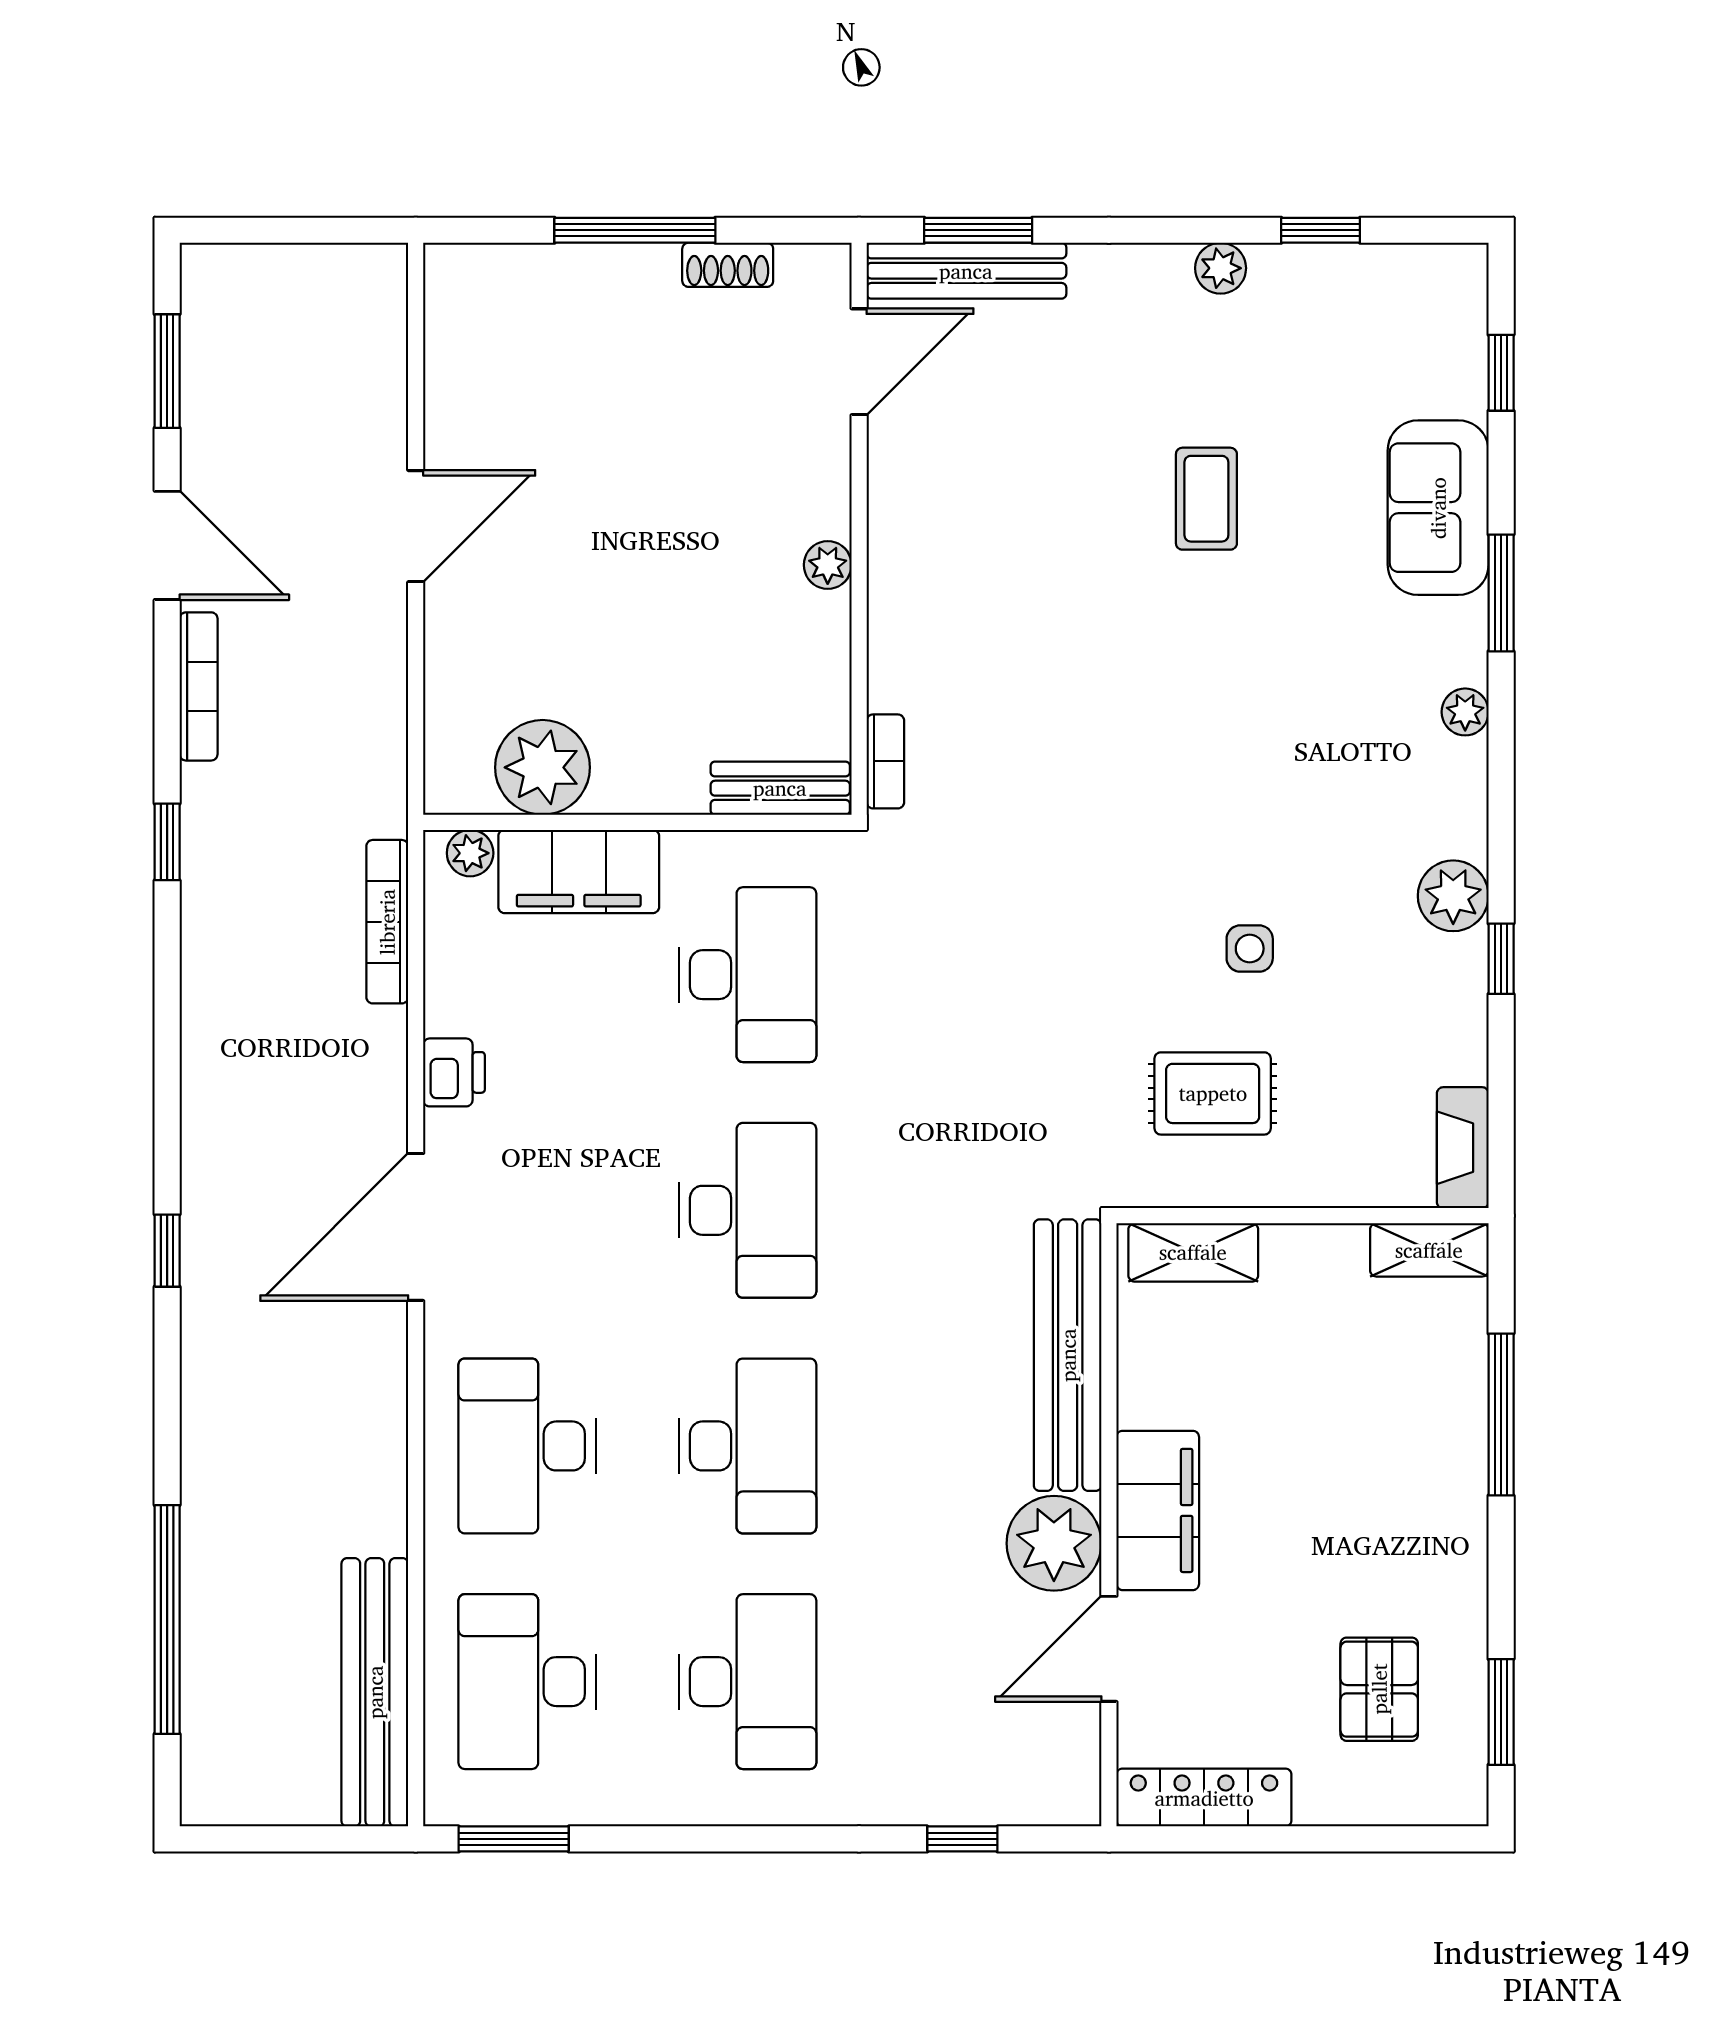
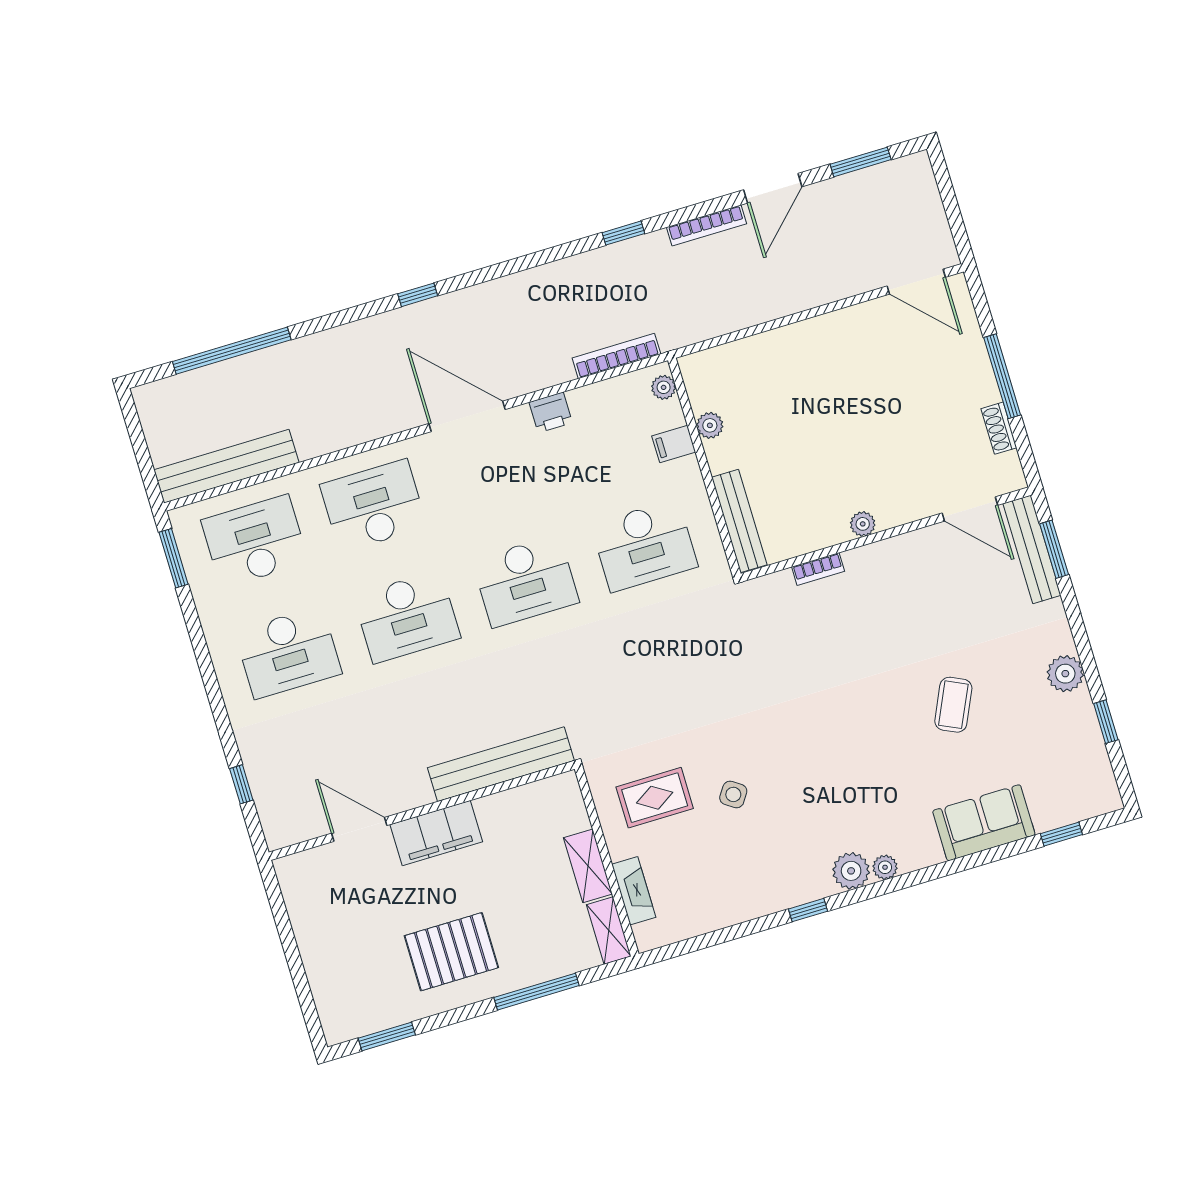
plant: (1221, 268) -> (1065, 674), width x1.38, depth x1.38
coffee table: (1206, 499) -> (953, 705), turned -65
door: (416, 526) -> (916, 282), moved
window: (1501, 593) -> (950, 867), removed
bookcase: (885, 761) -> (818, 569), moved
plant: (543, 767) -> (710, 425), width x0.53, depth x0.53
bench: (780, 788) -> (739, 521), width x1.36
filing cabinet: (579, 871) -> (674, 444), width x0.33, depth x0.86
plant: (1453, 896) -> (851, 871), moved
side table: (1250, 949) -> (733, 794), turned 34
window: (1501, 959) -> (808, 910), moved
rug: (1213, 1093) -> (655, 798), turned 90
fireplace: (1463, 1148) -> (634, 891), moved, turned 90
shelving: (1193, 1252) -> (588, 866), moved
plant: (1054, 1543) -> (404, 786), removed
pallet: (1379, 1689) -> (451, 952), moved, width x1.50, depth x1.42
locker: (1204, 1798) -> (299, 900), removed

